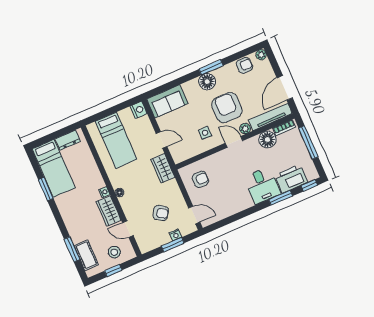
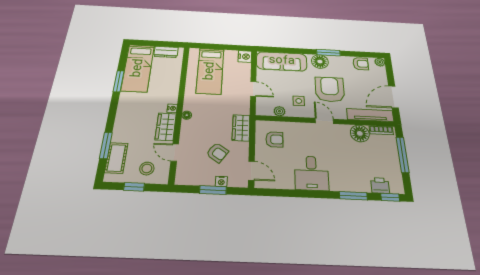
sofa: (167, 101) -> (282, 61), width x1.36
plant: (245, 129) -> (279, 111), moved
wardrobe: (163, 168) -> (241, 128), moved
printer: (291, 179) -> (380, 185), width x0.53, depth x0.68
desk: (262, 185) -> (312, 173), moved

